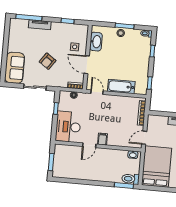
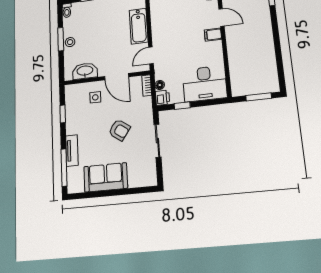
door: (87, 65) -> (117, 77), hinge flipped
sofa: (15, 68) -> (106, 177), moved
printer: (64, 96) -> (163, 98), added
door: (89, 145) -> (221, 17), moved

